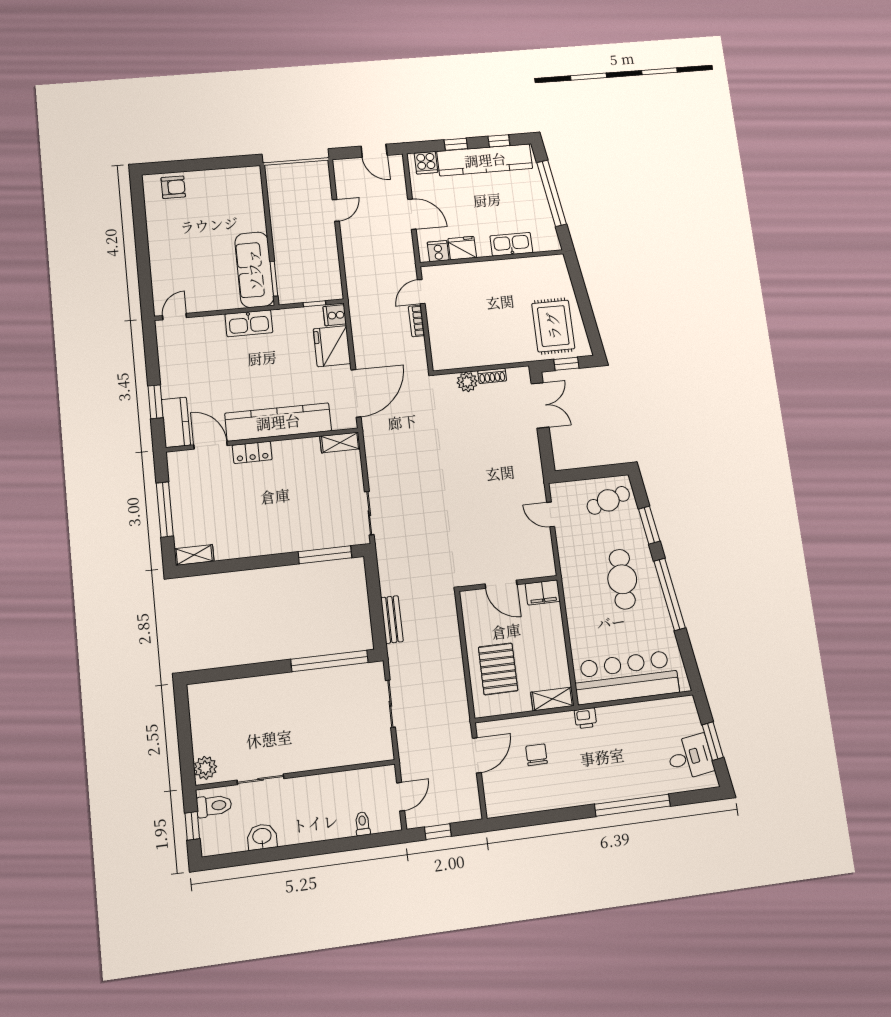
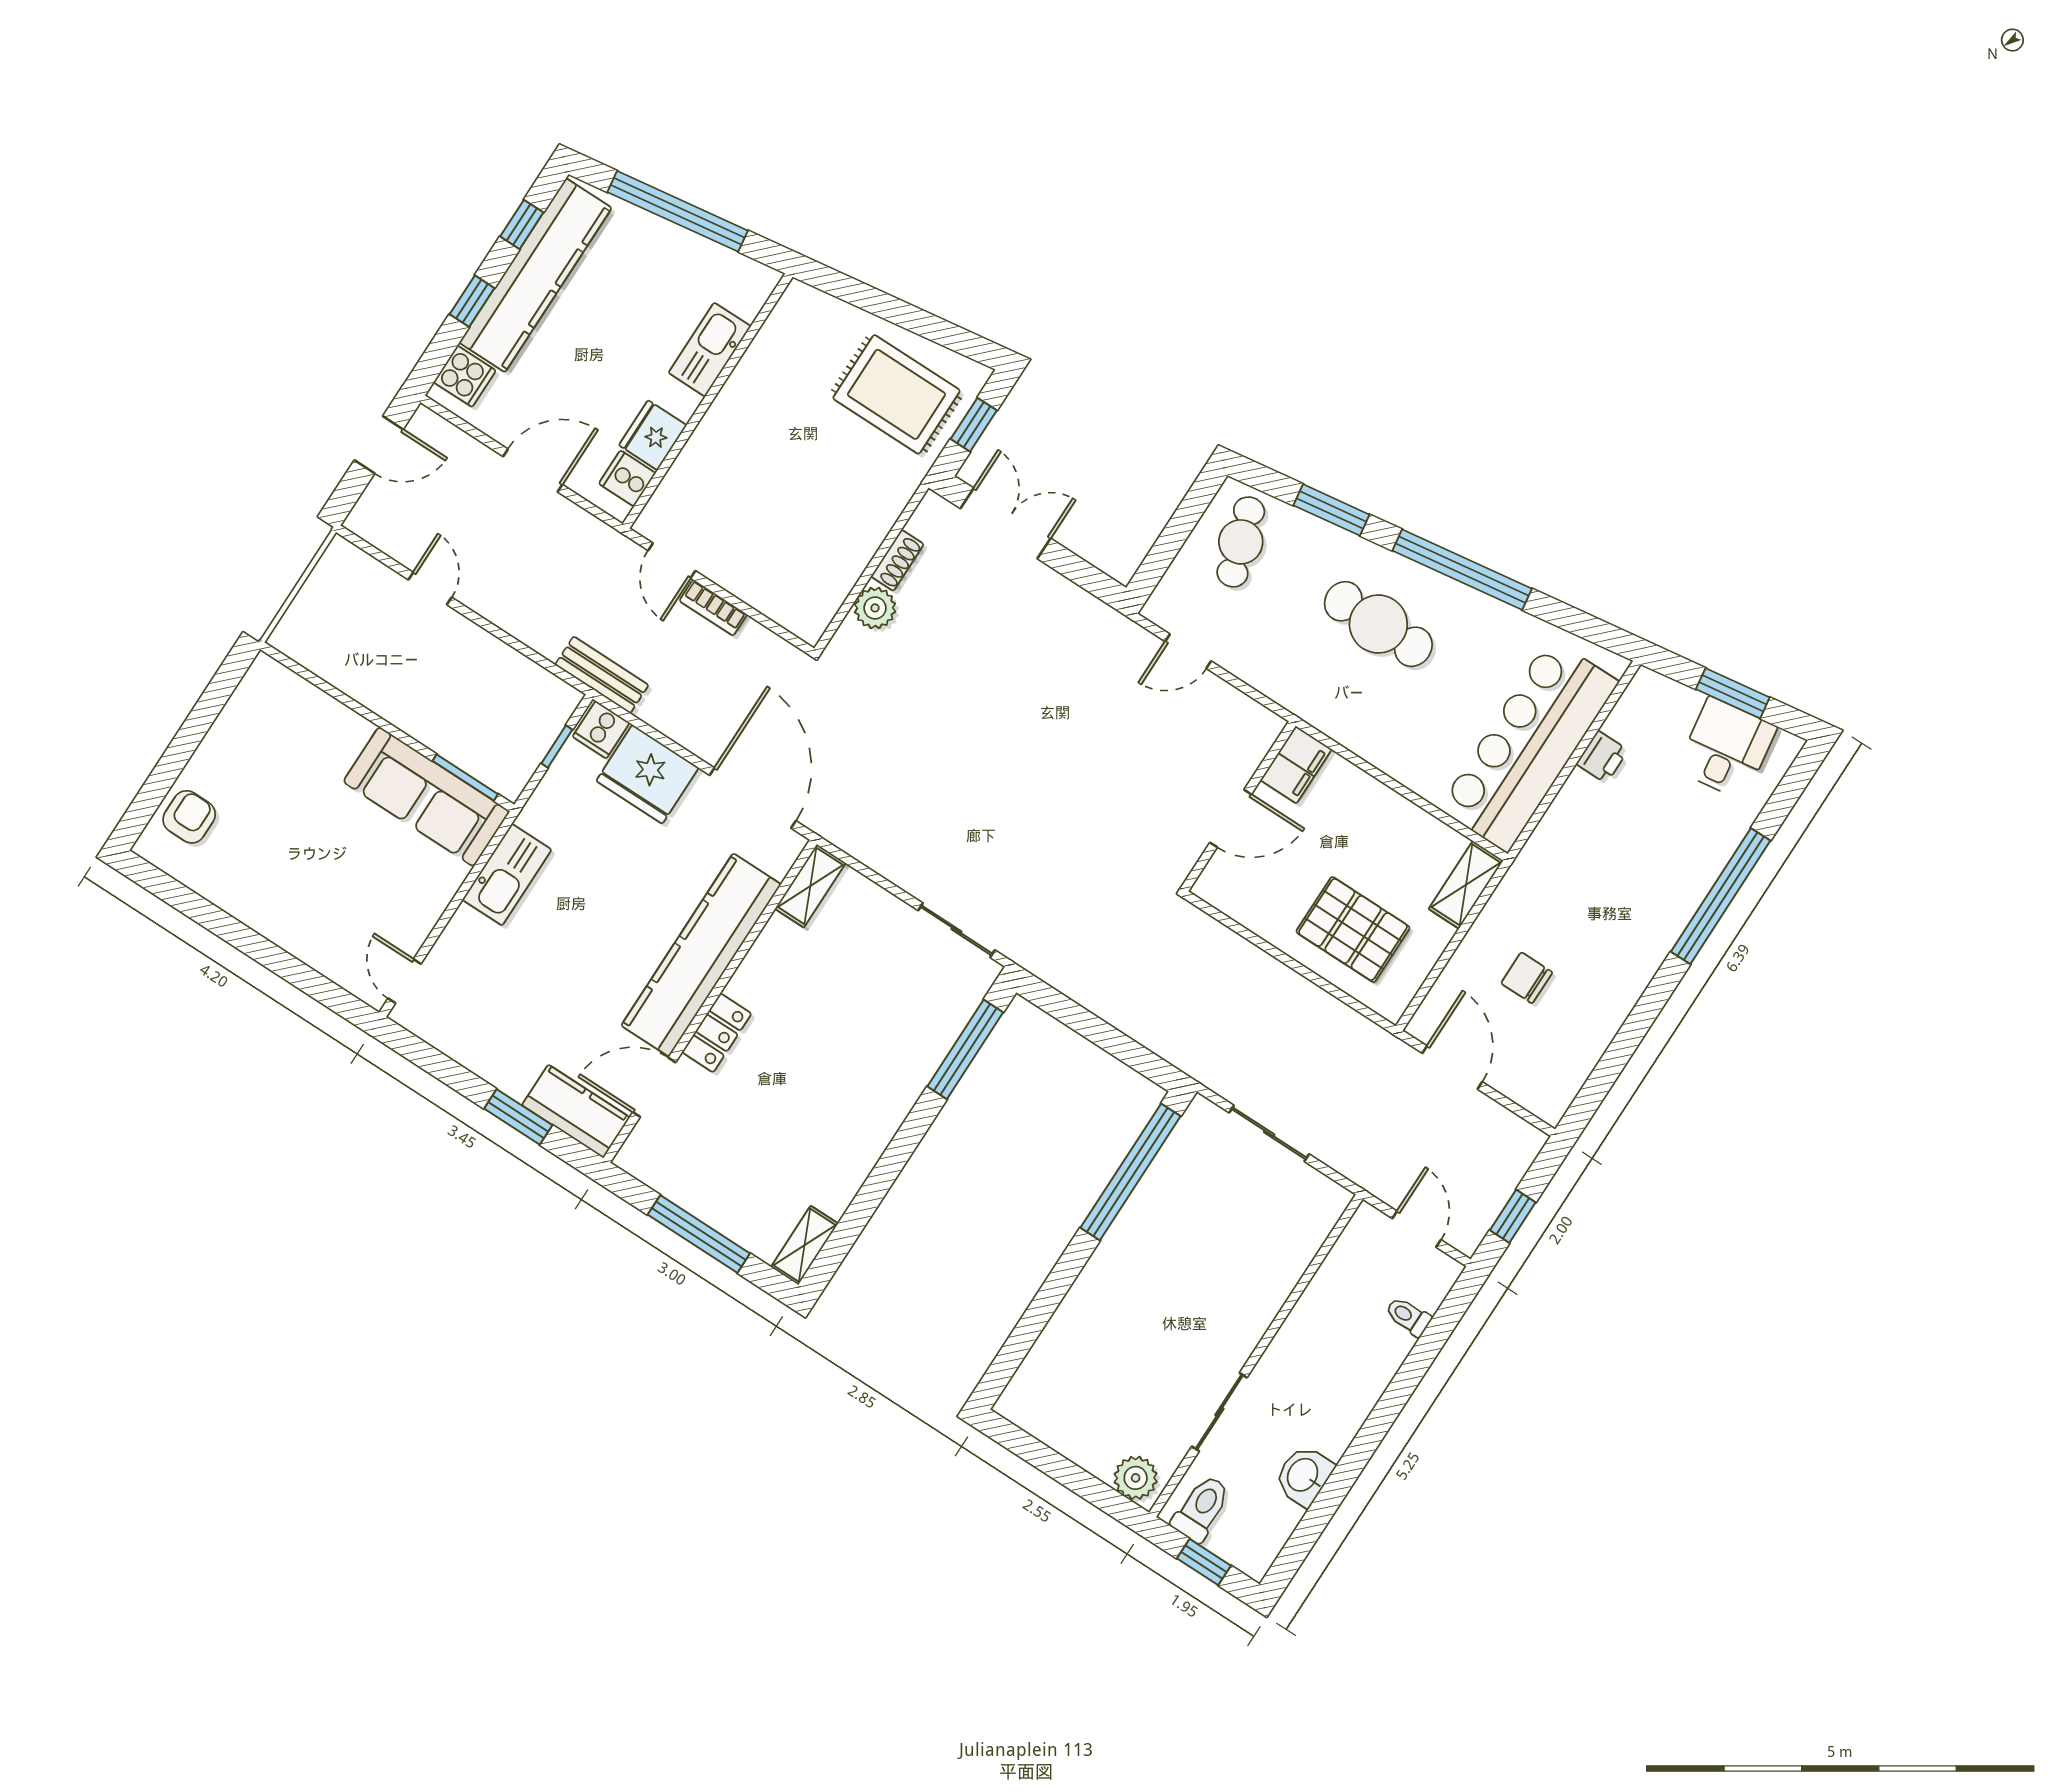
bench: (392, 620) -> (602, 675), moved
printer: (585, 718) -> (1602, 757), moved

